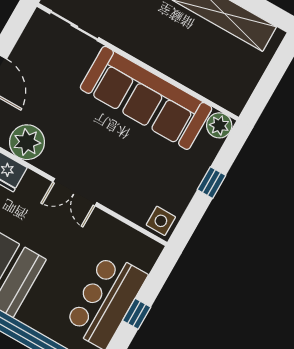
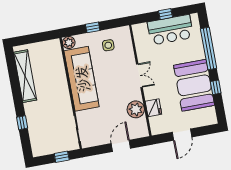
side table: (161, 221) -> (108, 45), moved

